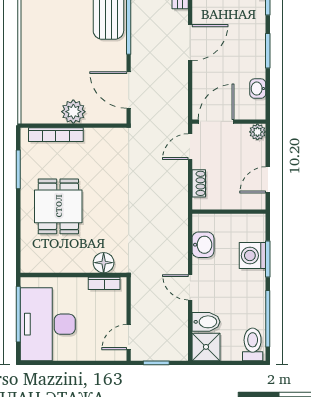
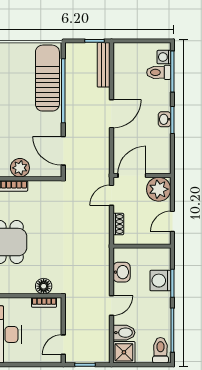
washbasin: (258, 89) -> (165, 119), moved
plant: (257, 132) -> (159, 189), width x1.87, depth x1.87
door: (190, 287) -> (111, 306), swing flipped

